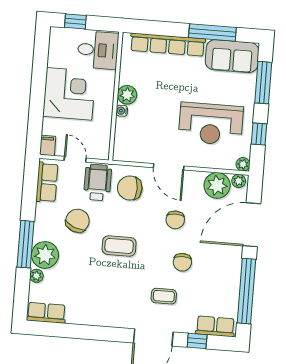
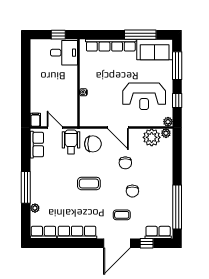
window: (75, 21) -> (58, 35), moved
corner desk: (69, 94) -> (47, 84), removed
plant: (127, 95) -> (86, 81), removed
chair: (130, 188) -> (93, 144), turned 180
chair: (77, 221) -> (60, 169), removed
door: (252, 225) -> (177, 162), removed
plant: (45, 255) -> (39, 194), removed
row of seats: (96, 317) -> (77, 232), added

